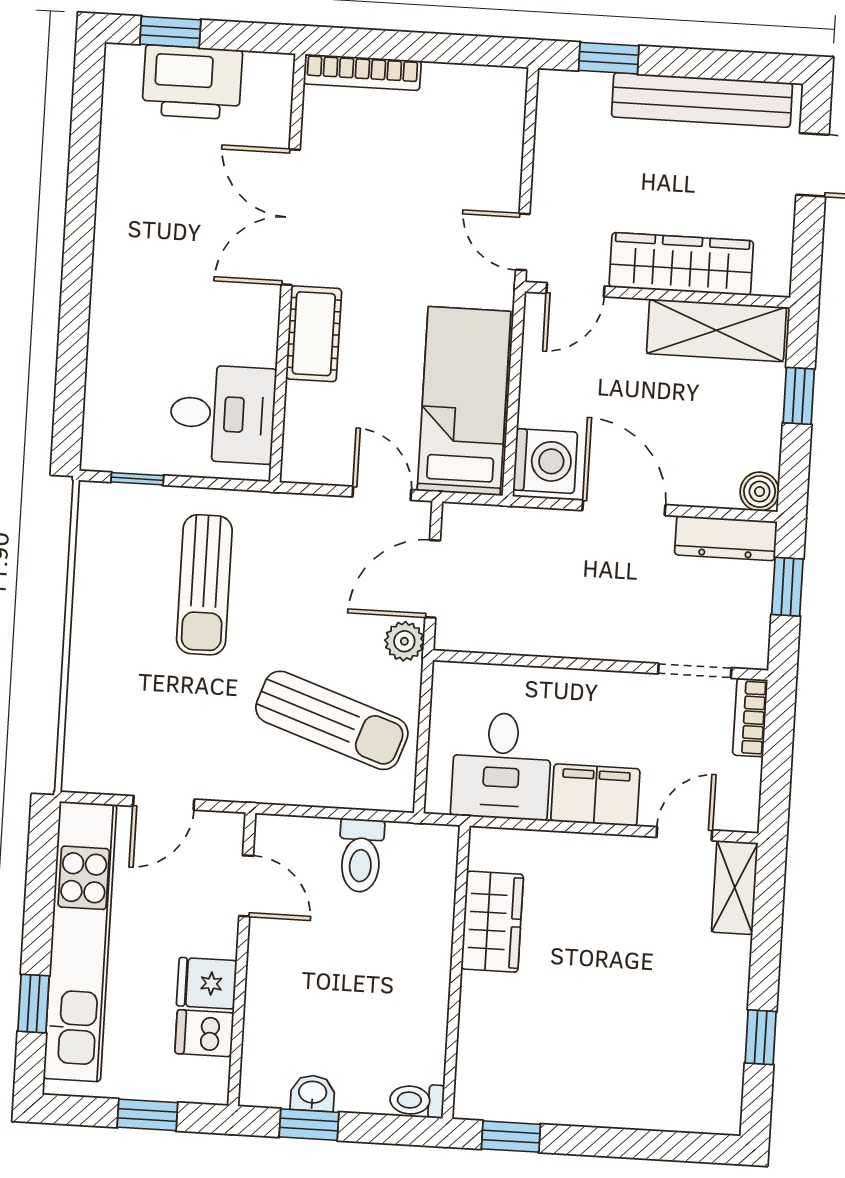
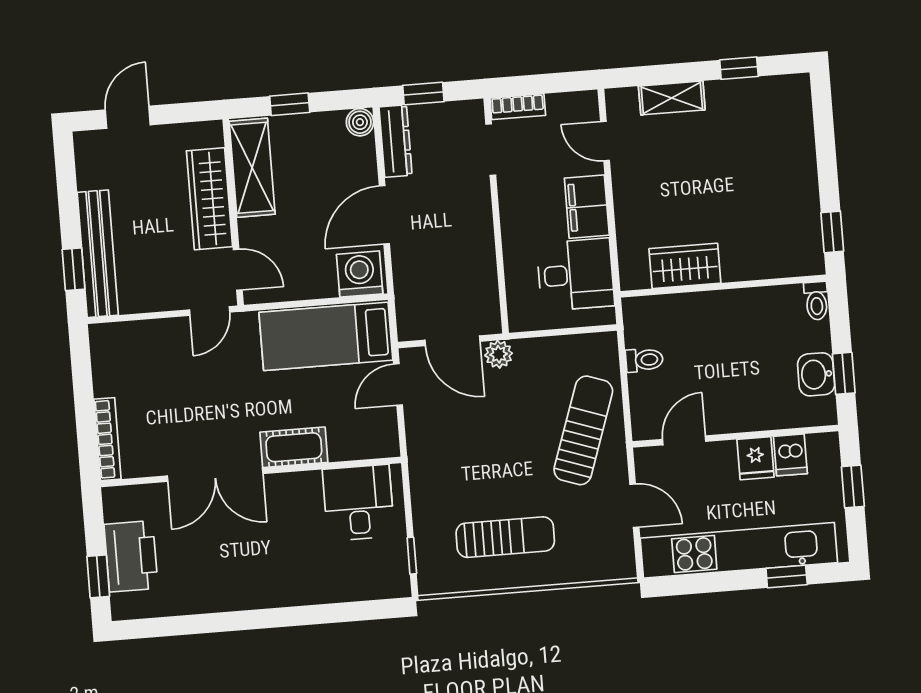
bench: (702, 100) -> (98, 254), moved
sun lounger: (204, 585) -> (505, 537), moved
sun lounger: (332, 720) -> (583, 430), moved
toilet: (361, 856) -> (644, 360), width x0.73, depth x0.72
shelving: (735, 887) -> (672, 98), moved
washbasin: (313, 1093) -> (816, 374), width x1.38, depth x1.45

